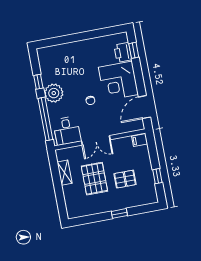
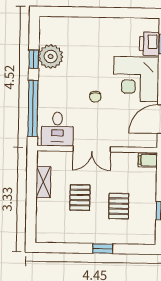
plant: (54, 93) -> (51, 56), moved
pallet: (94, 179) -> (80, 198), width x0.67, depth x0.71
pallet: (125, 179) -> (119, 206), turned 90

